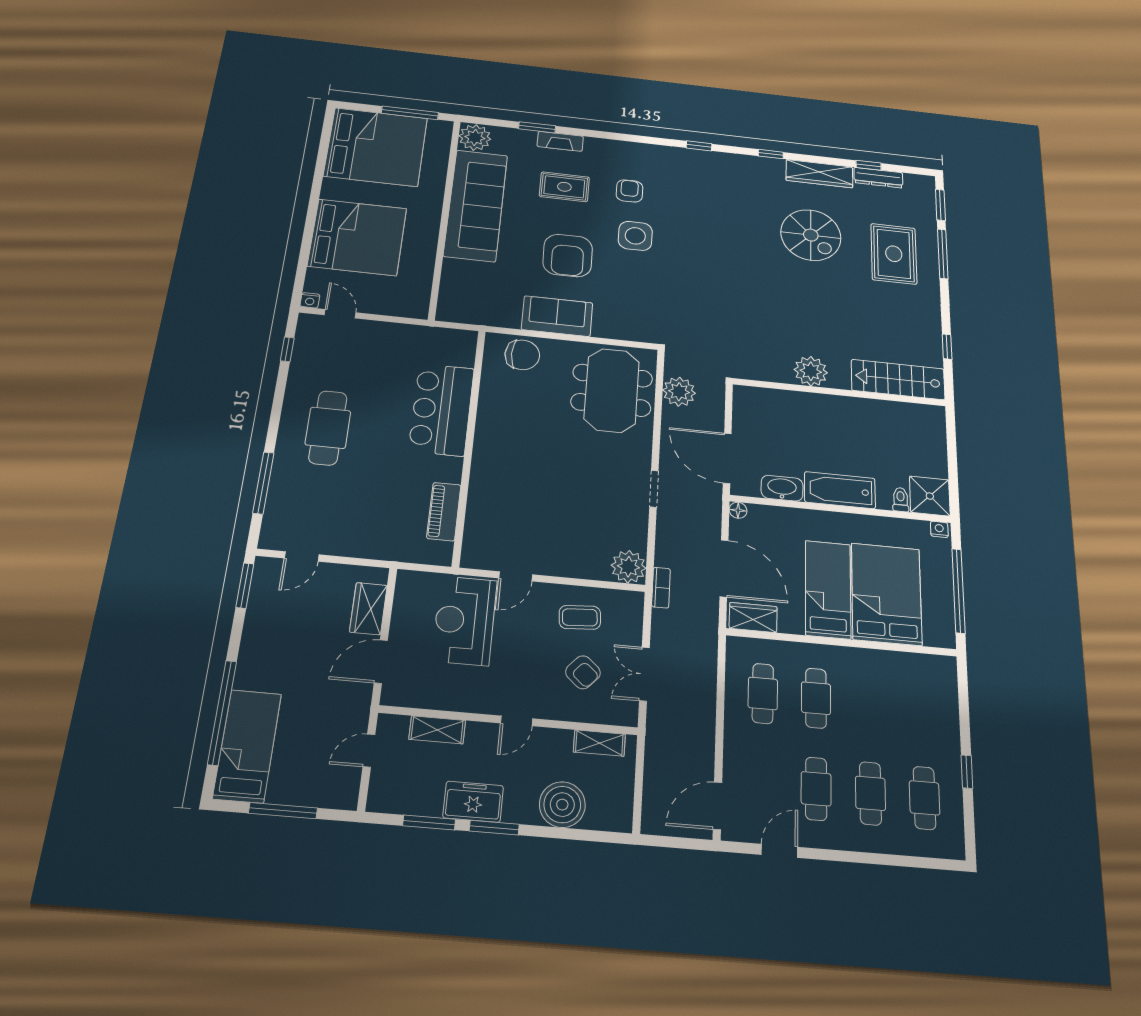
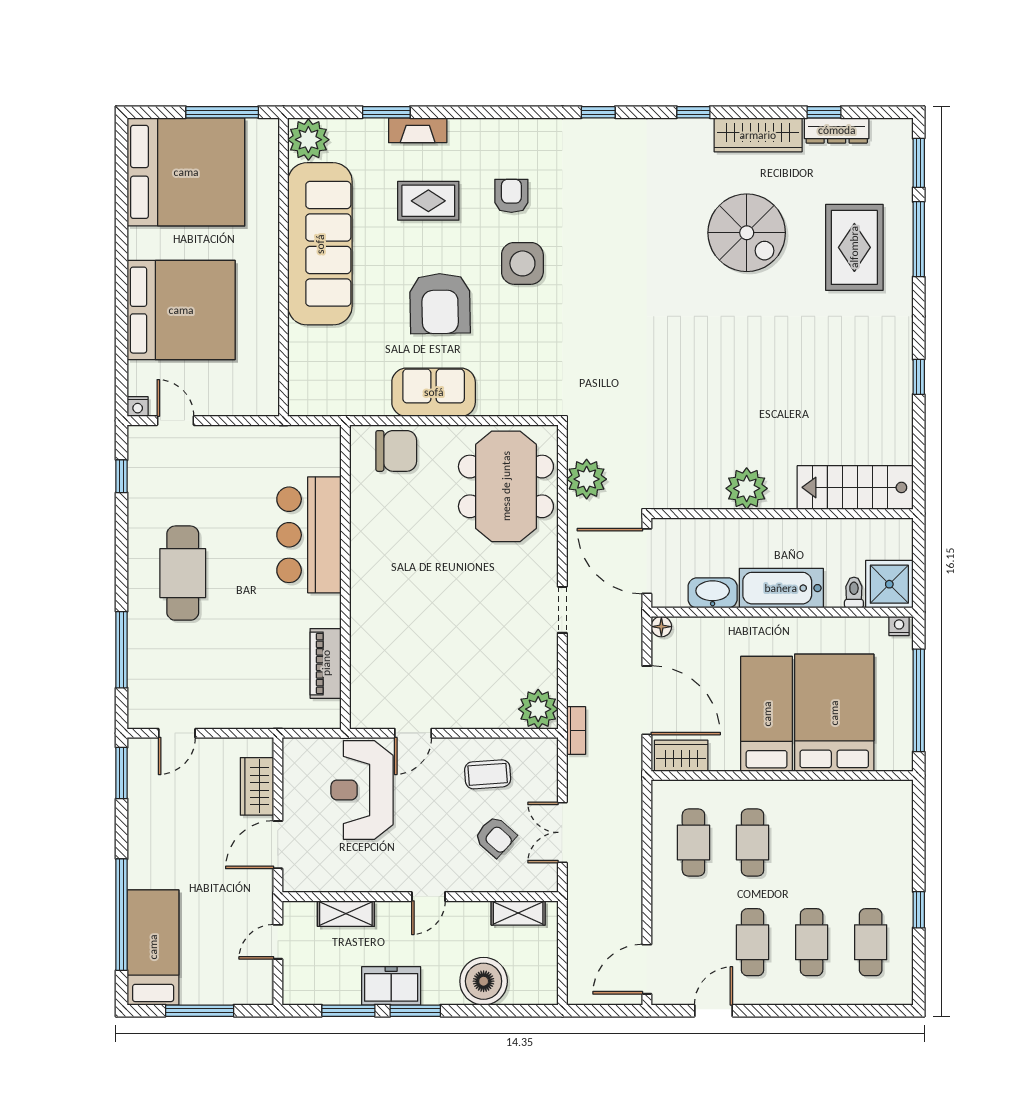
plant: (811, 371) -> (747, 488), moved
stairs: (898, 380) -> (855, 487), moved
wall: (840, 392) -> (782, 514), moved

